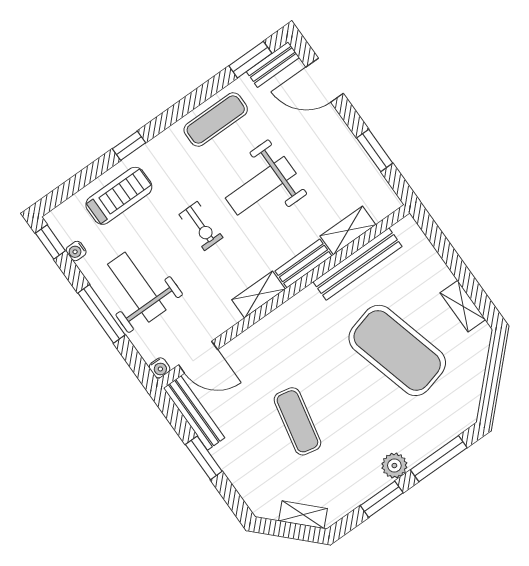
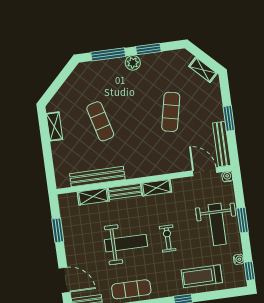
window: (102, 314) -> (243, 220), width x0.69
exercise mat: (397, 350) -> (100, 121), width x0.50, depth x0.69
shelving: (303, 515) -> (203, 70), moved

